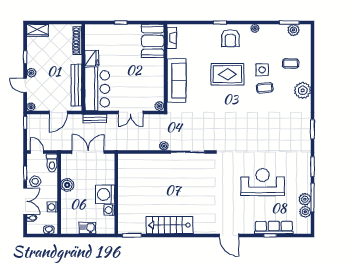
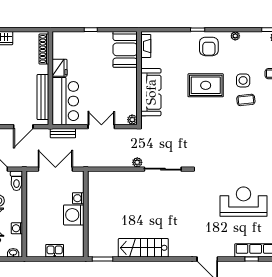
double door: (131, 113) -> (101, 127), swing flipped
boiler: (67, 185) -> (33, 205), removed
washing machine: (109, 210) -> (78, 198), moved

